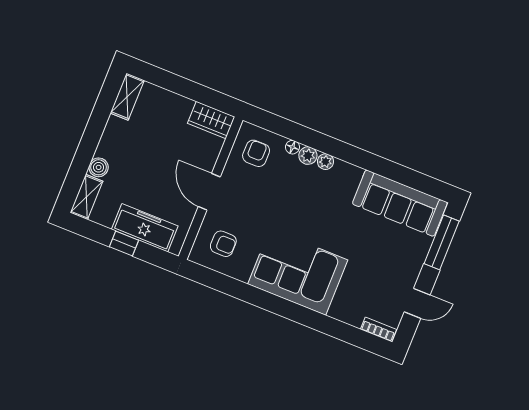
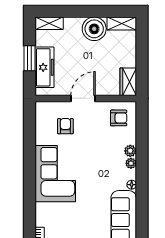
floor lamp: (292, 147) -> (132, 185), moved
boiler: (99, 167) -> (94, 29), moved, width x1.86, depth x1.86
window: (124, 243) -> (29, 58), width x1.50
armchair: (223, 244) -> (65, 126), moved, turned 180

